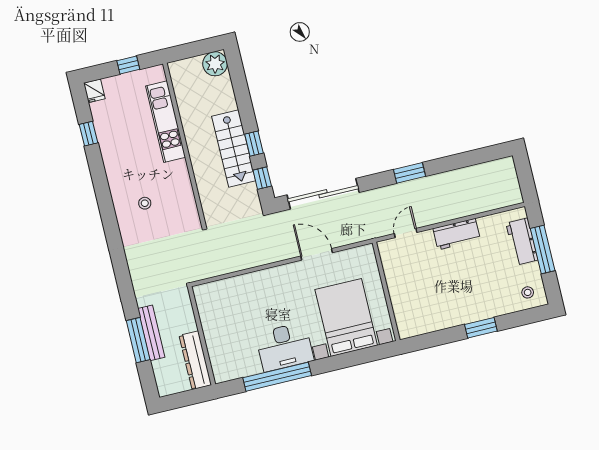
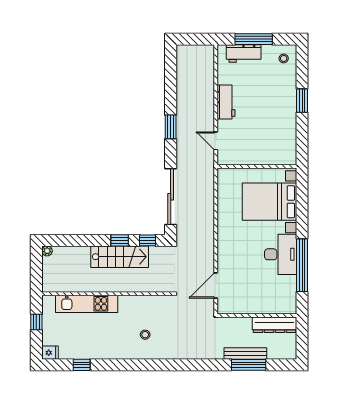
plant: (215, 64) -> (47, 251), width x0.53, depth x0.53
door: (317, 254) -> (216, 286), moved

